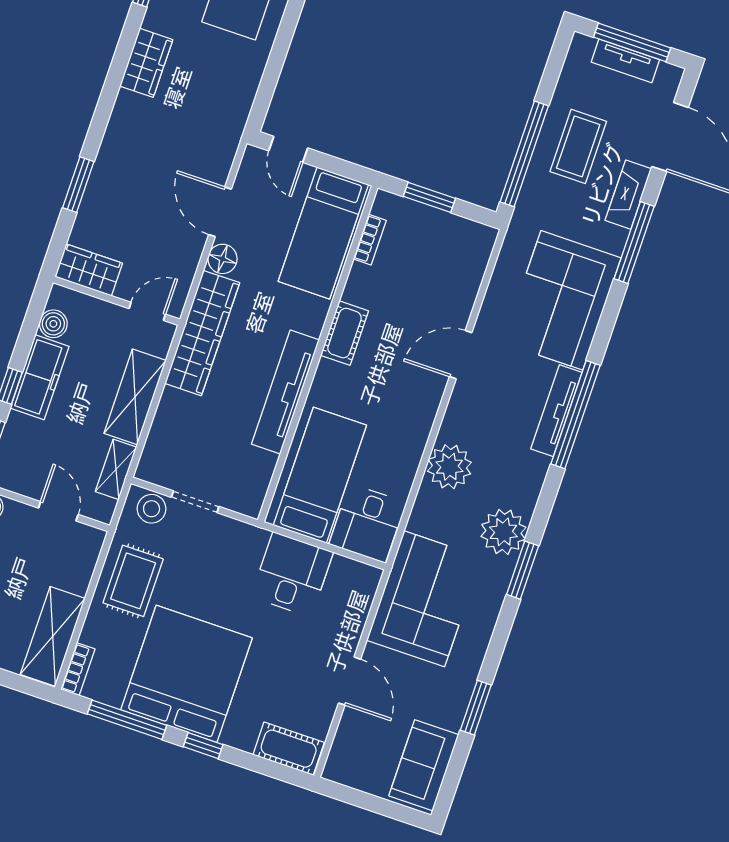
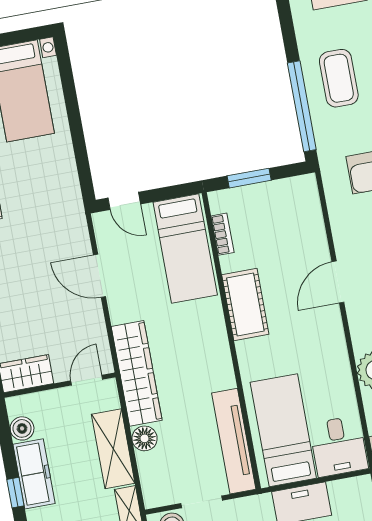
floor lamp: (222, 259) -> (145, 438), moved
cot: (345, 333) -> (245, 304), width x1.37, depth x1.34
tv unit: (285, 392) -> (234, 441), moved

